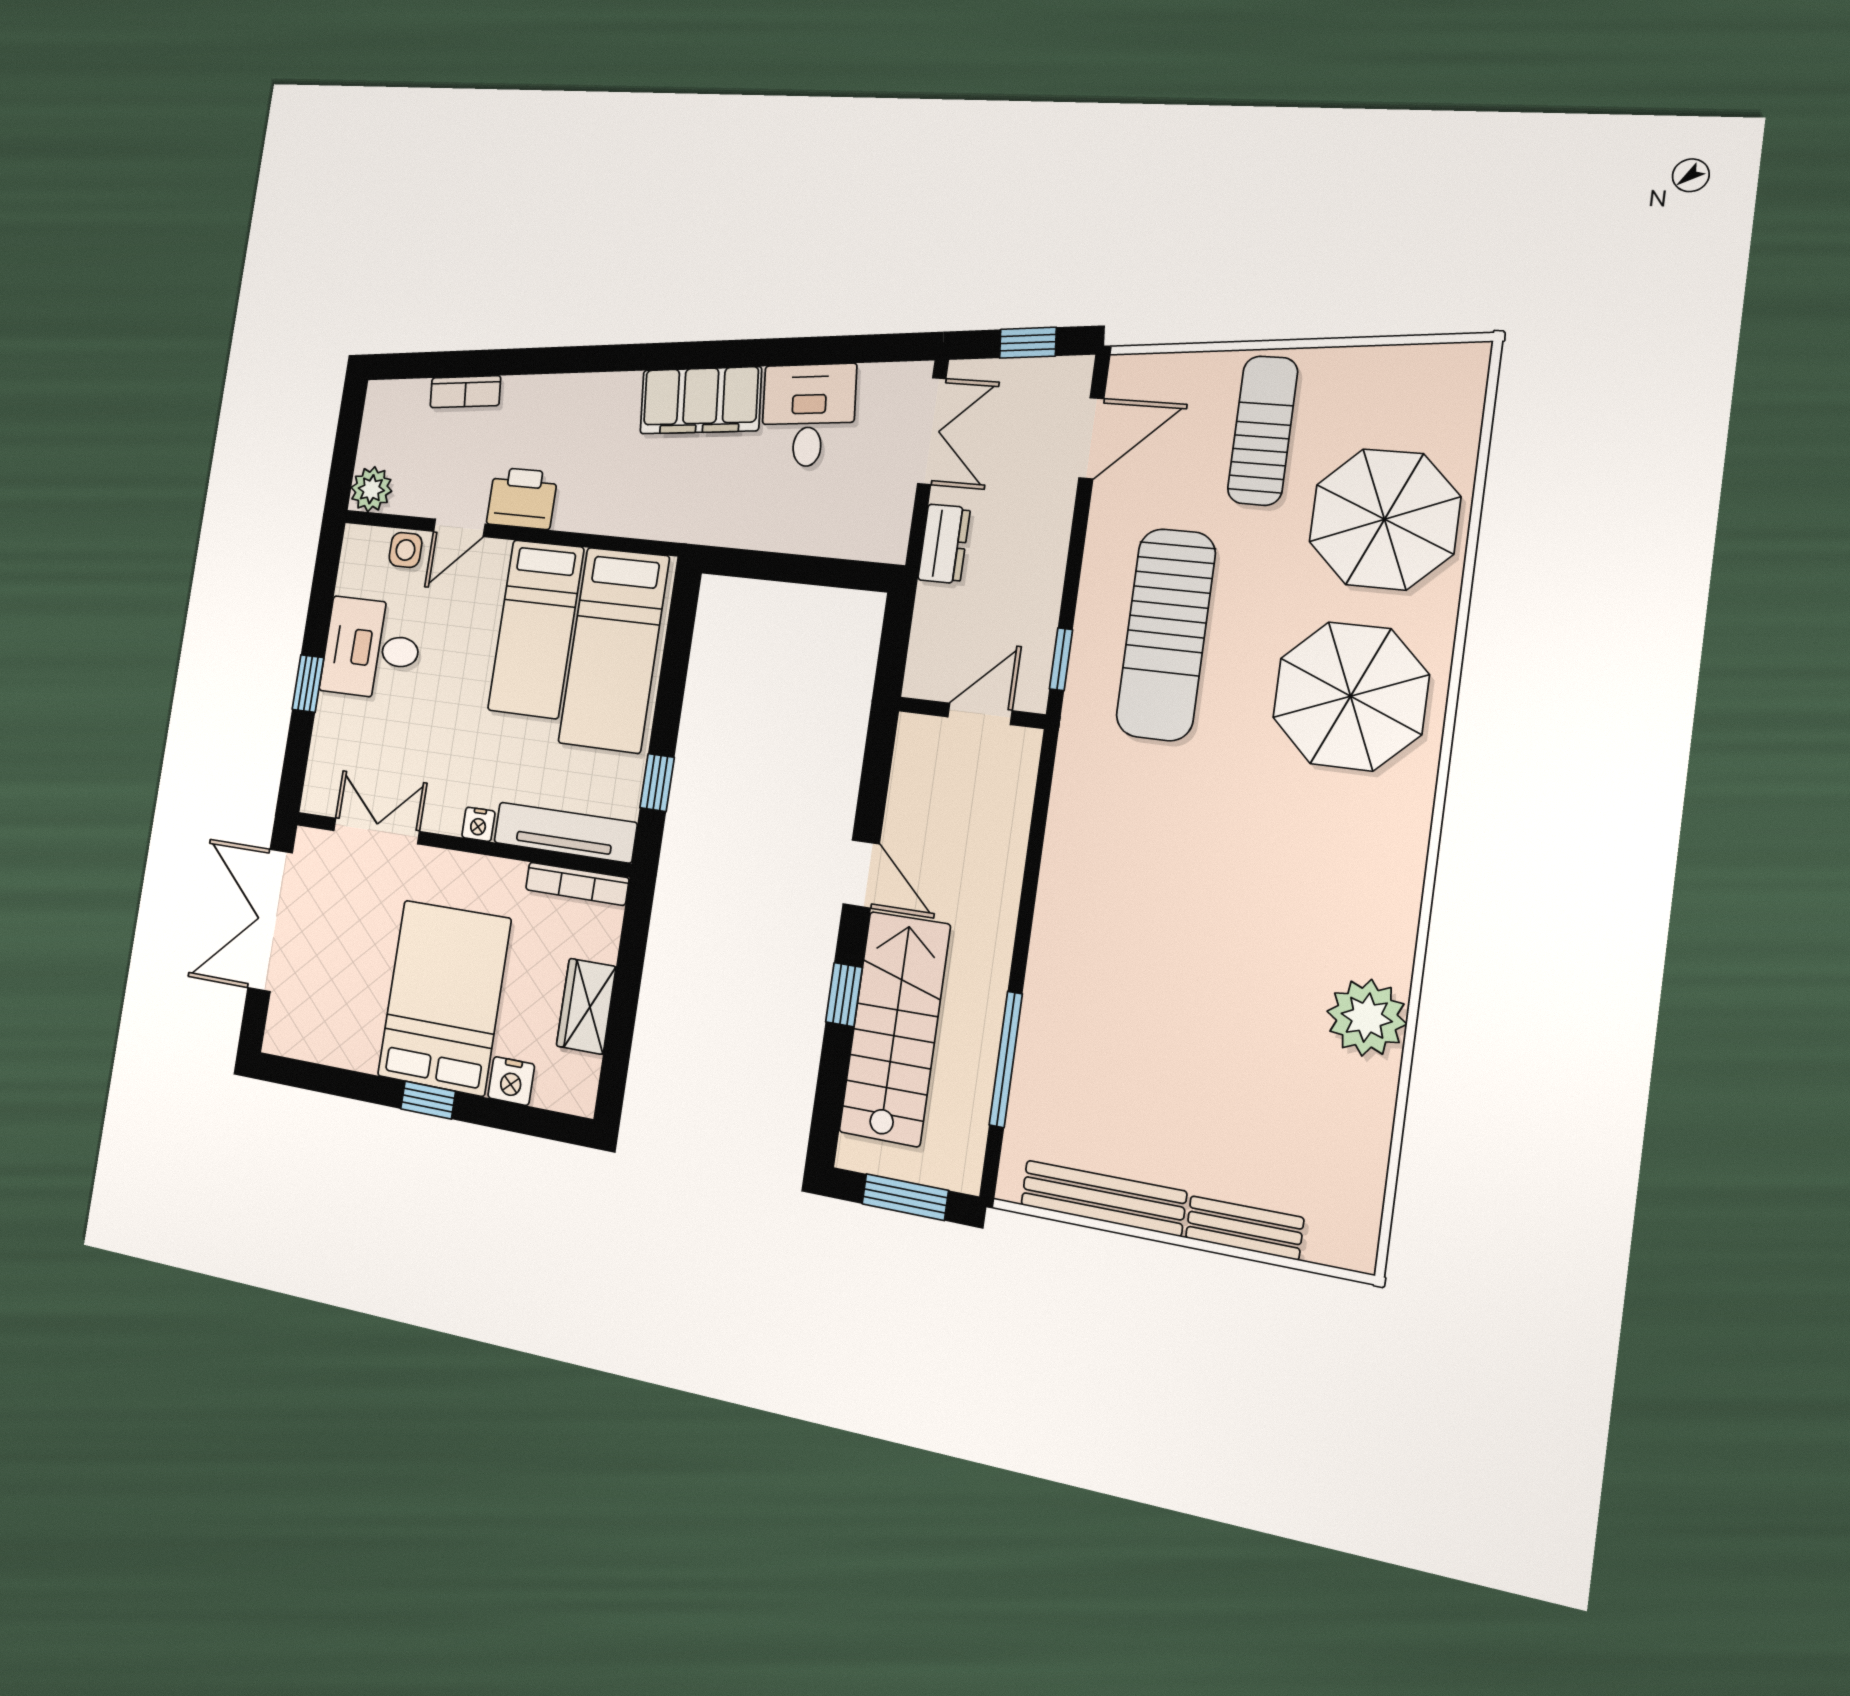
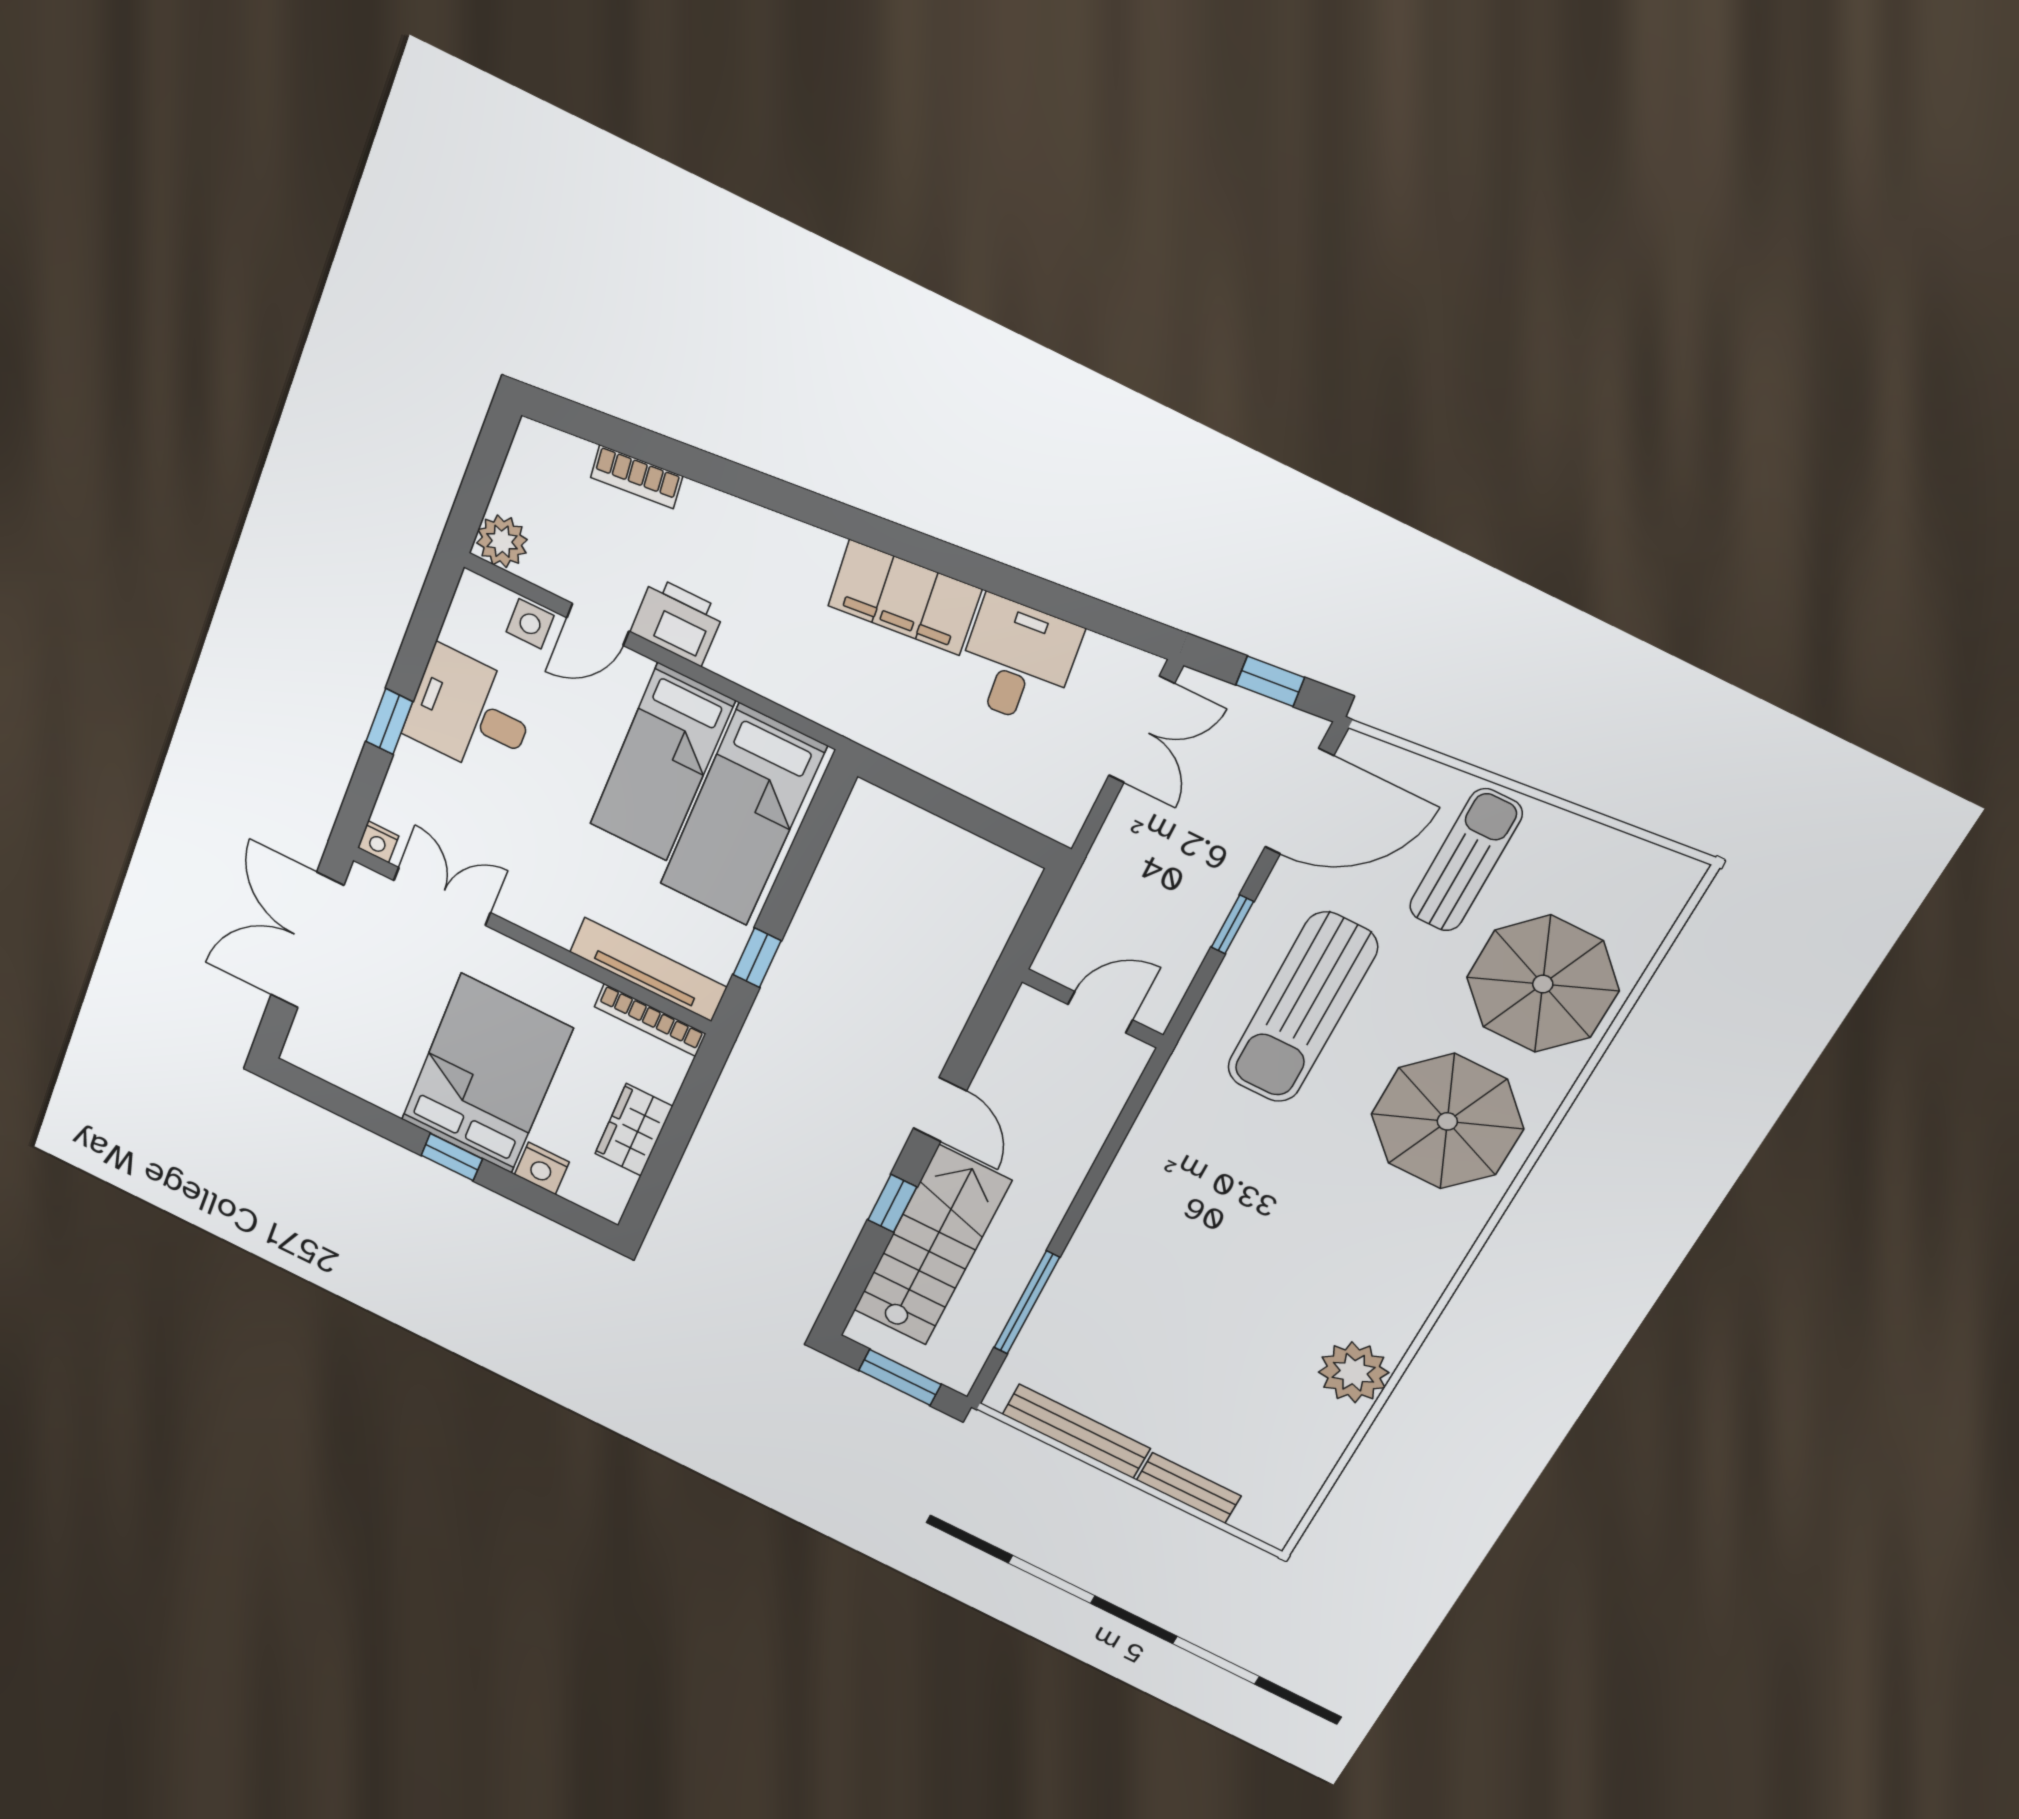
door: (1091, 438) -> (1299, 801), width x1.36
dresser: (944, 544) -> (1118, 844), removed
window: (1061, 659) -> (1232, 924), moved
nightstand: (478, 824) -> (378, 842), moved

